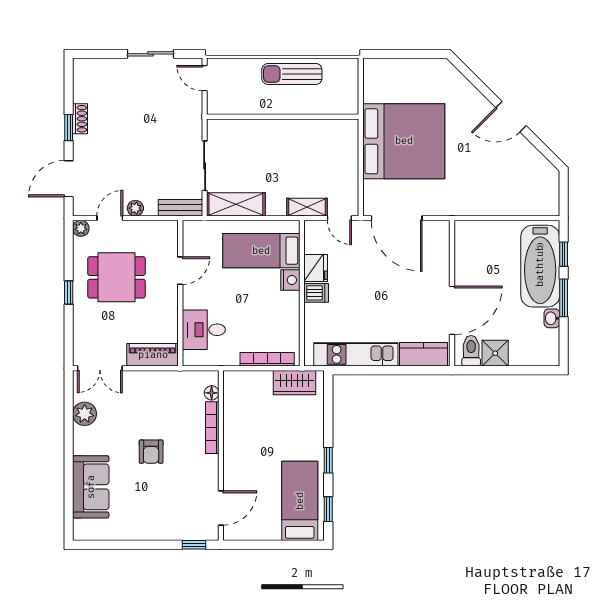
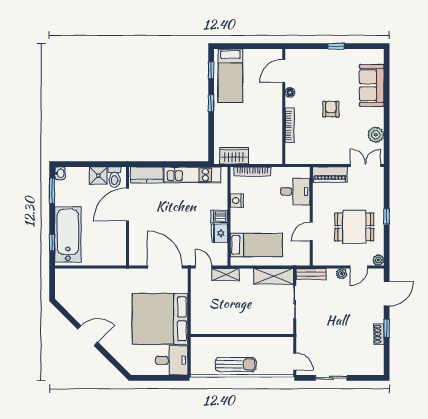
desk: (387, 80) -> (172, 360), added
nightstand: (290, 280) -> (237, 201), moved
window: (564, 298) -> (52, 191), moved
washbasin: (552, 318) -> (60, 173), moved
floor lamp: (212, 393) -> (290, 92), moved
window: (194, 545) -> (336, 46), moved

